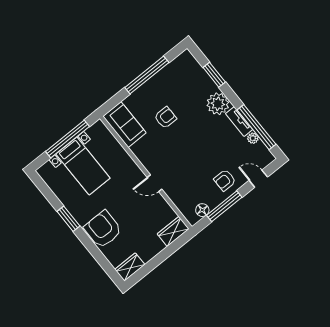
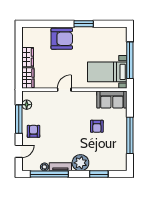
bed with nightstands: (83, 166) -> (107, 72), moved
wardrobe: (130, 267) -> (28, 57), moved

